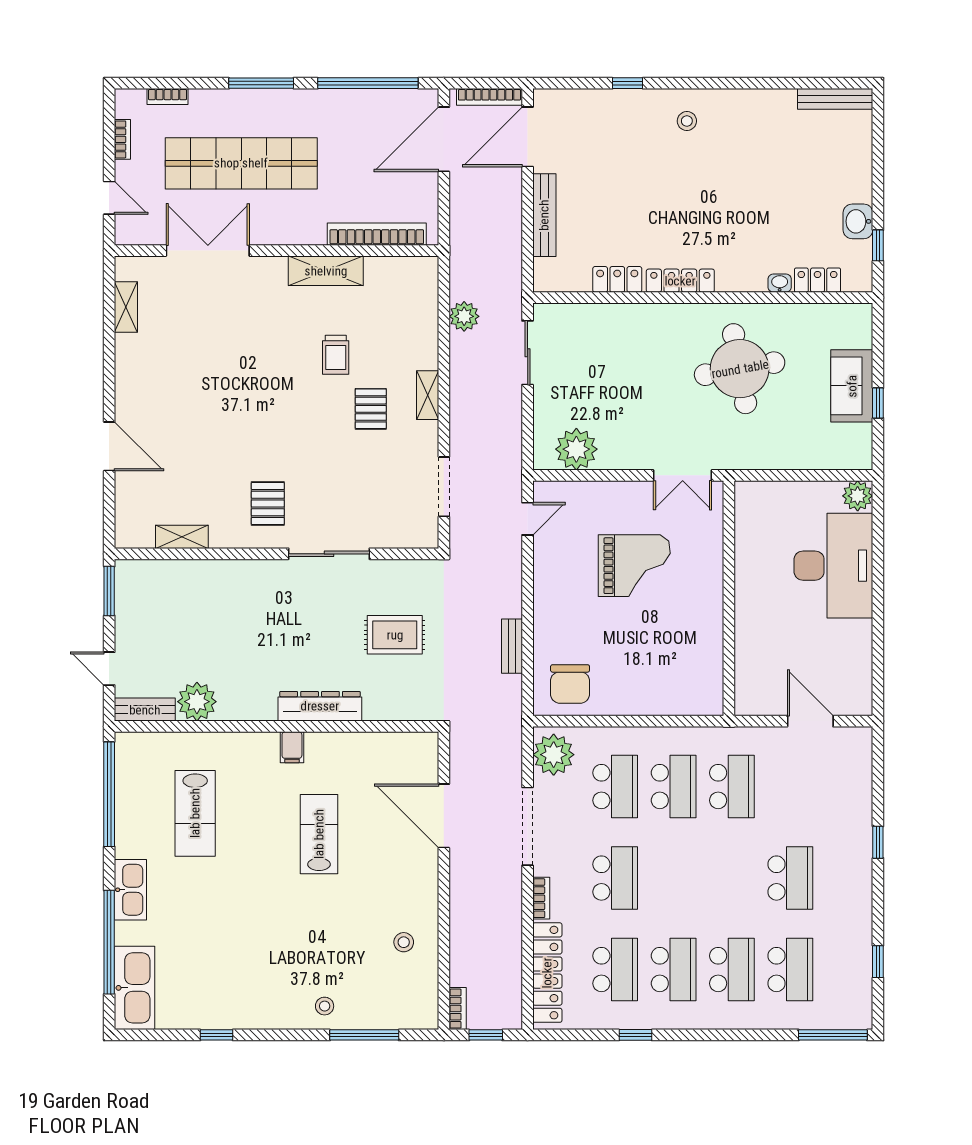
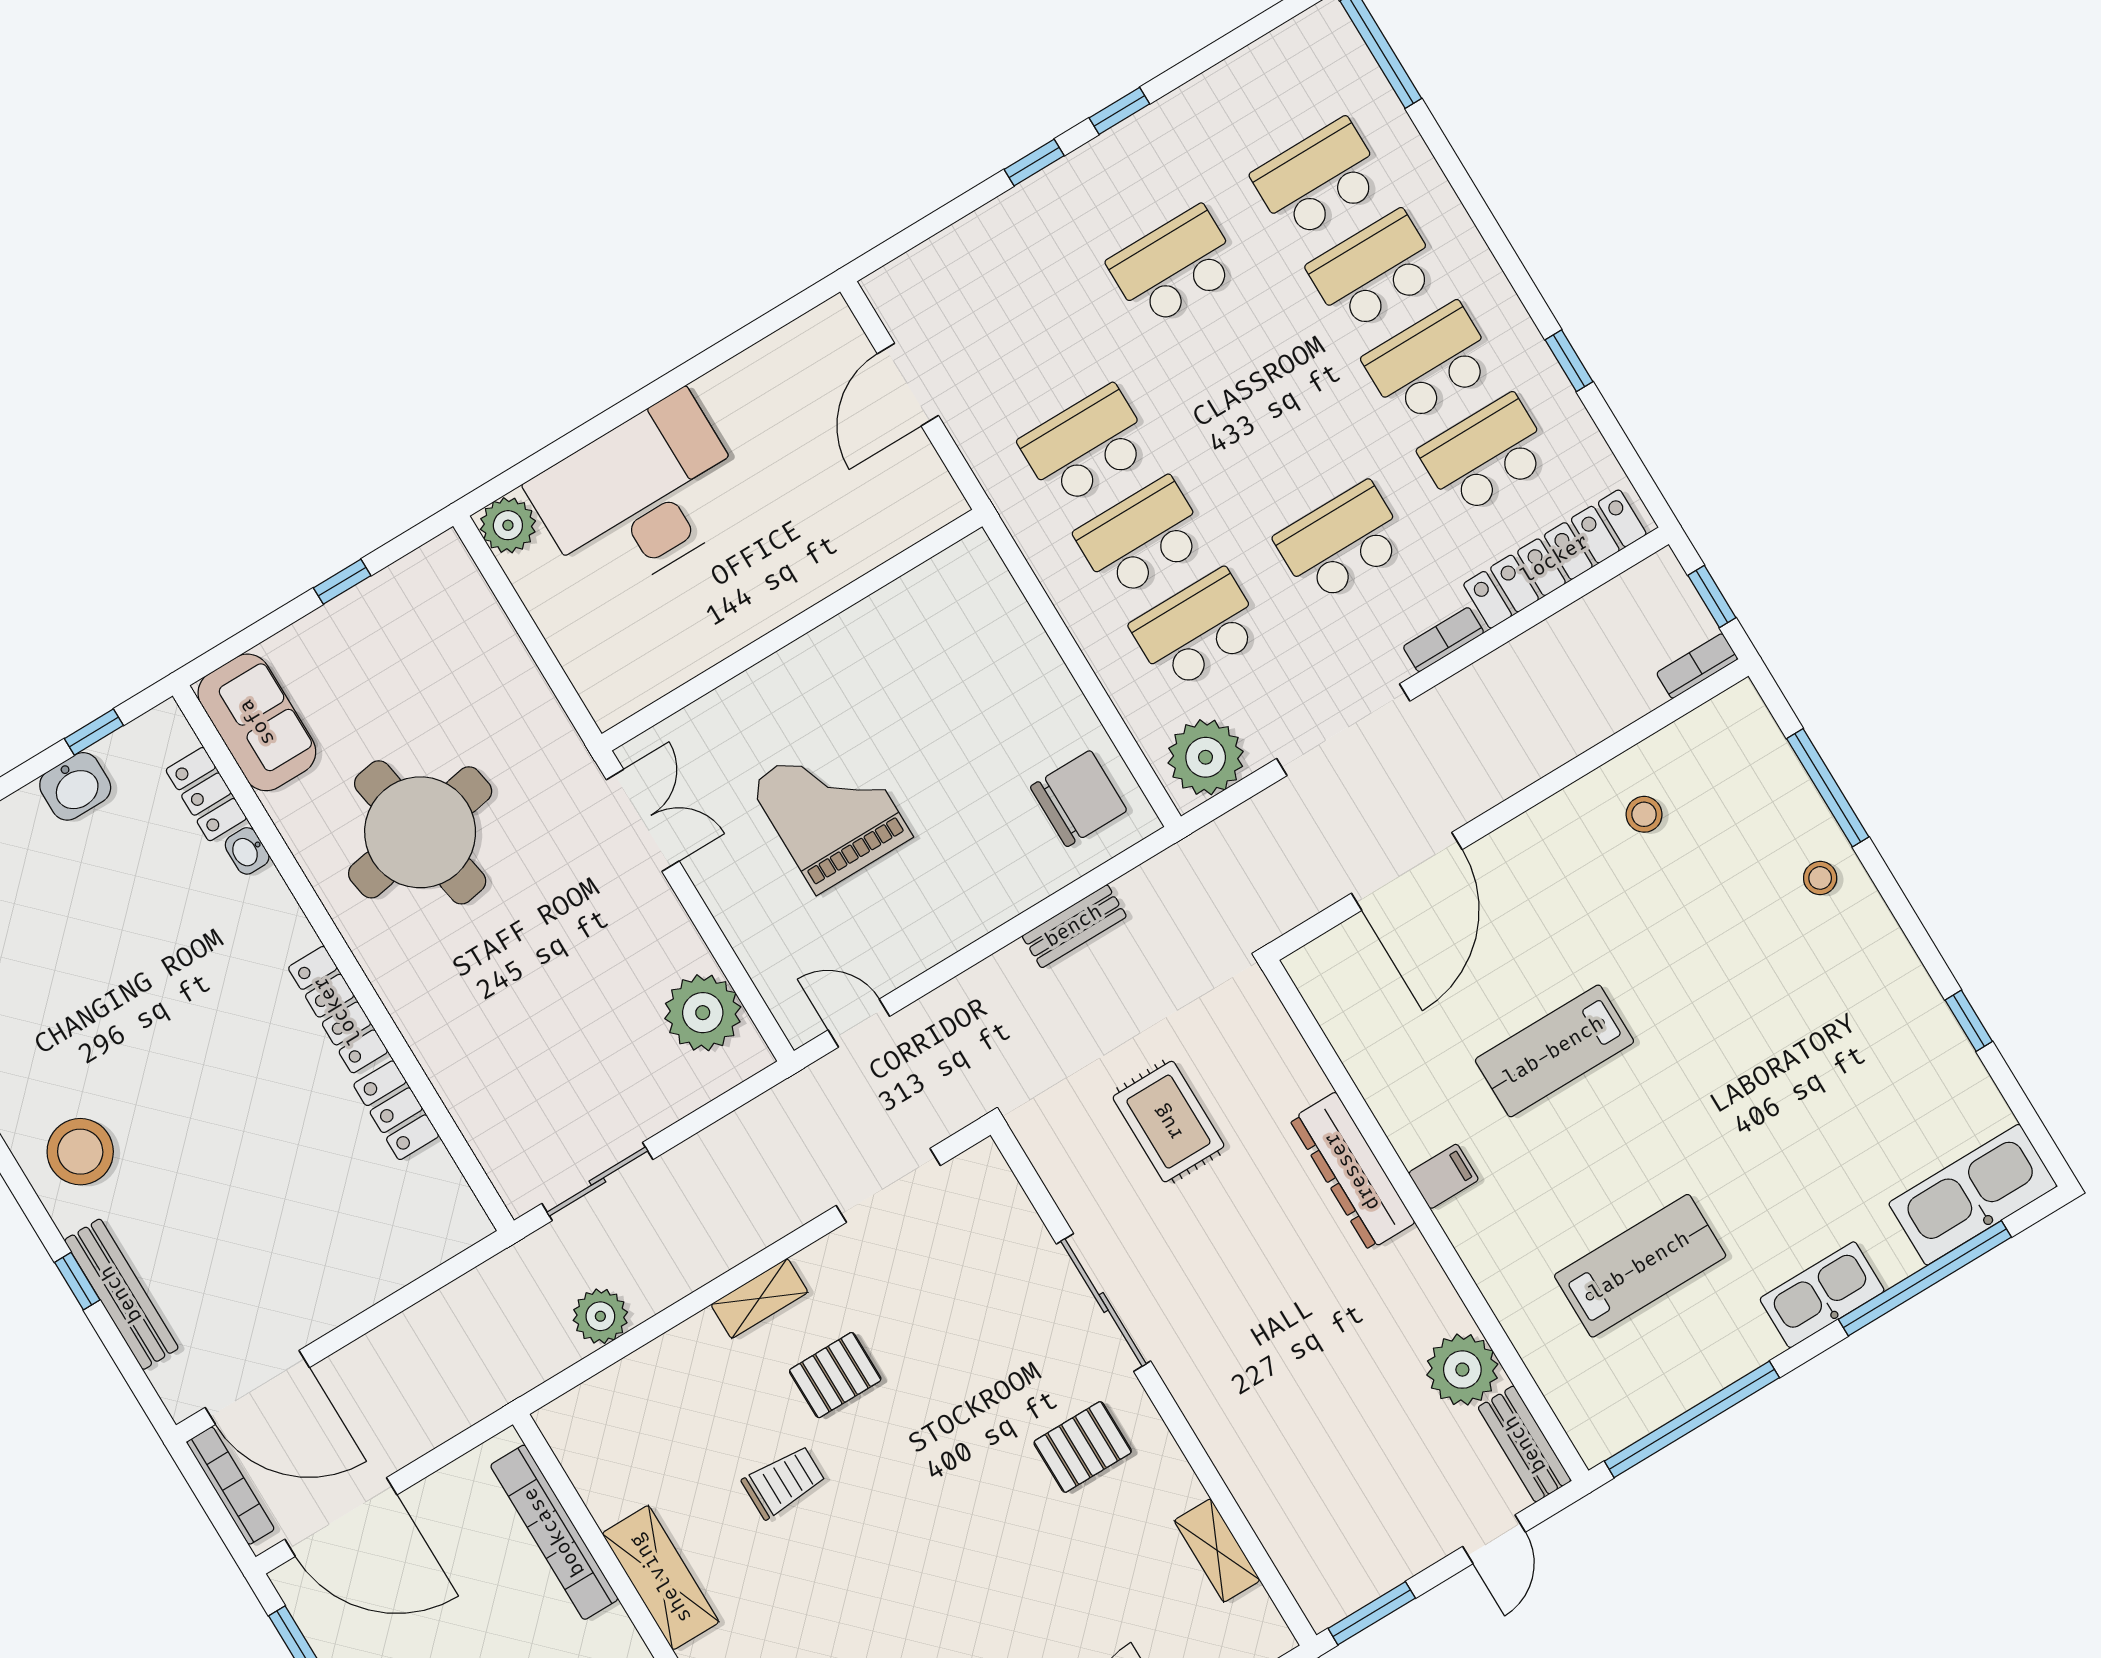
stool: (687, 121) -> (80, 1152), width x1.89, depth x1.89
bench: (544, 215) -> (121, 1294), moved, turned 90
sofa: (852, 386) -> (257, 722), moved, turned -90
window: (878, 962) -> (1119, 111), moved

